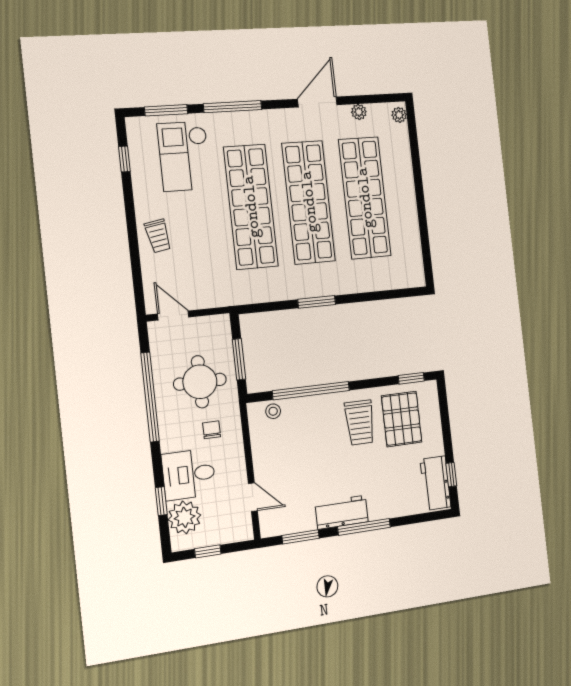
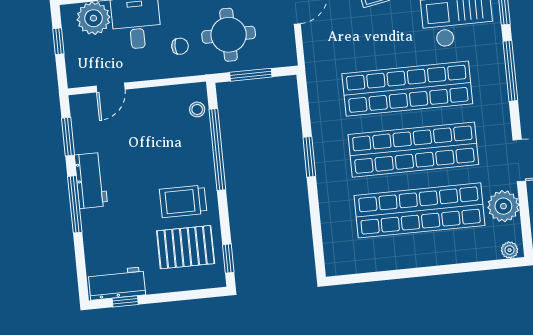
plant: (359, 112) -> (503, 206), width x1.88, depth x1.88

